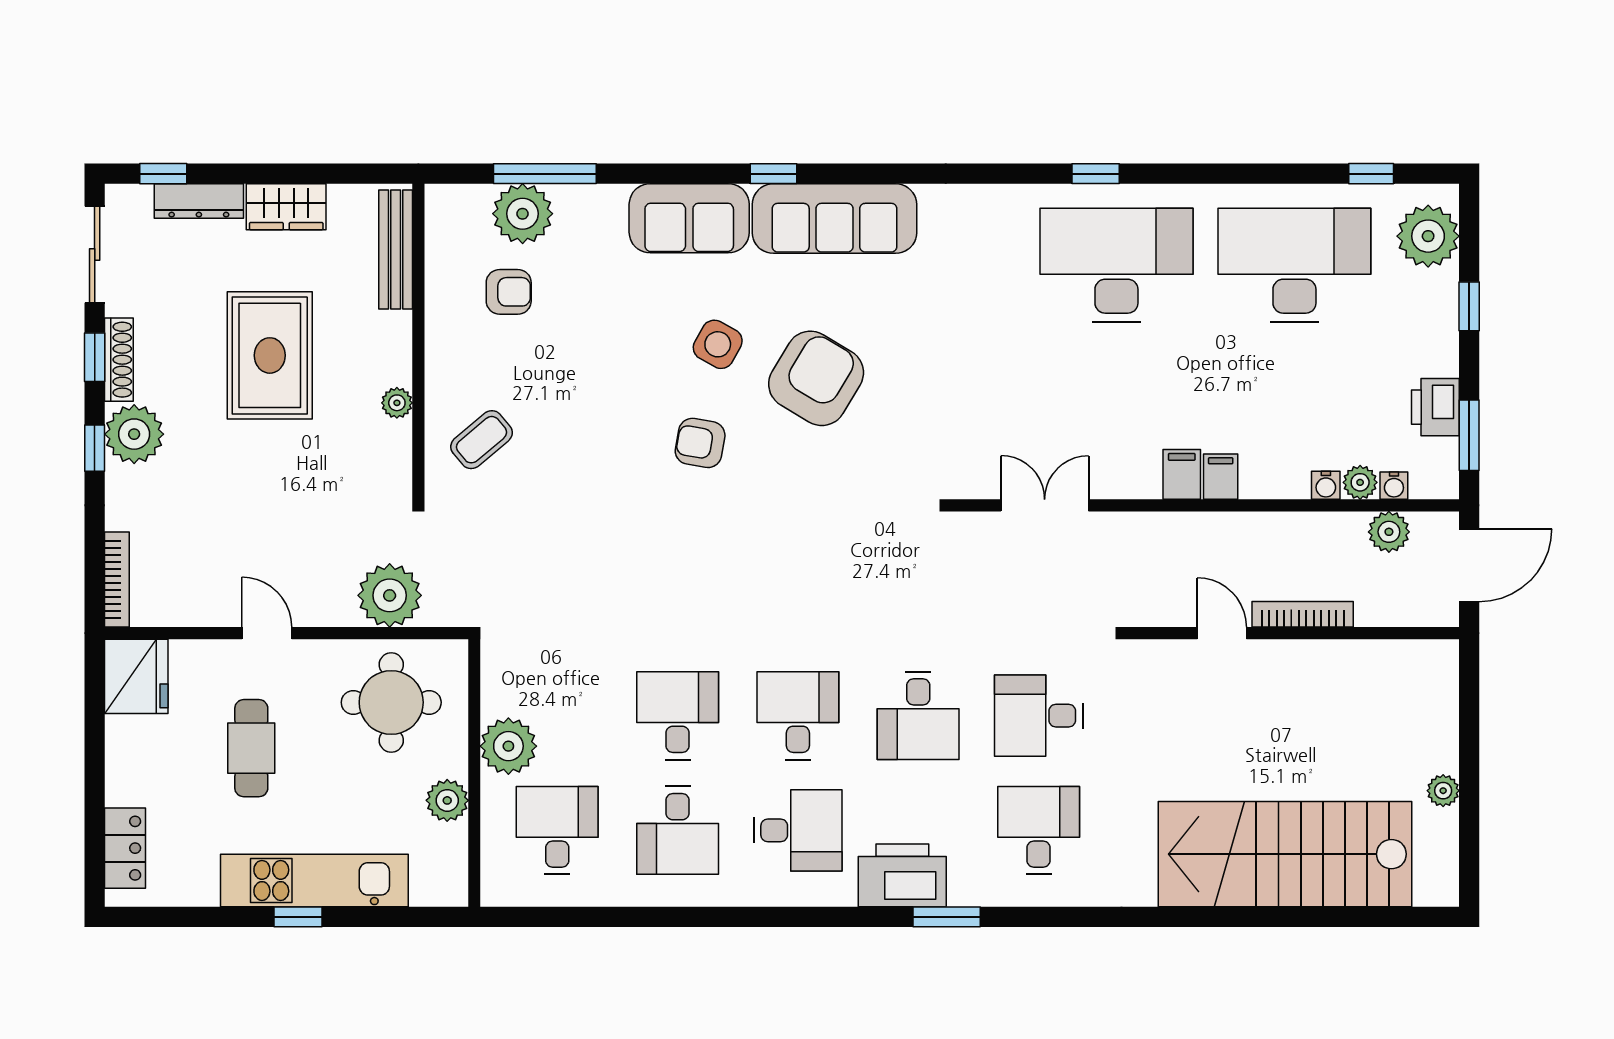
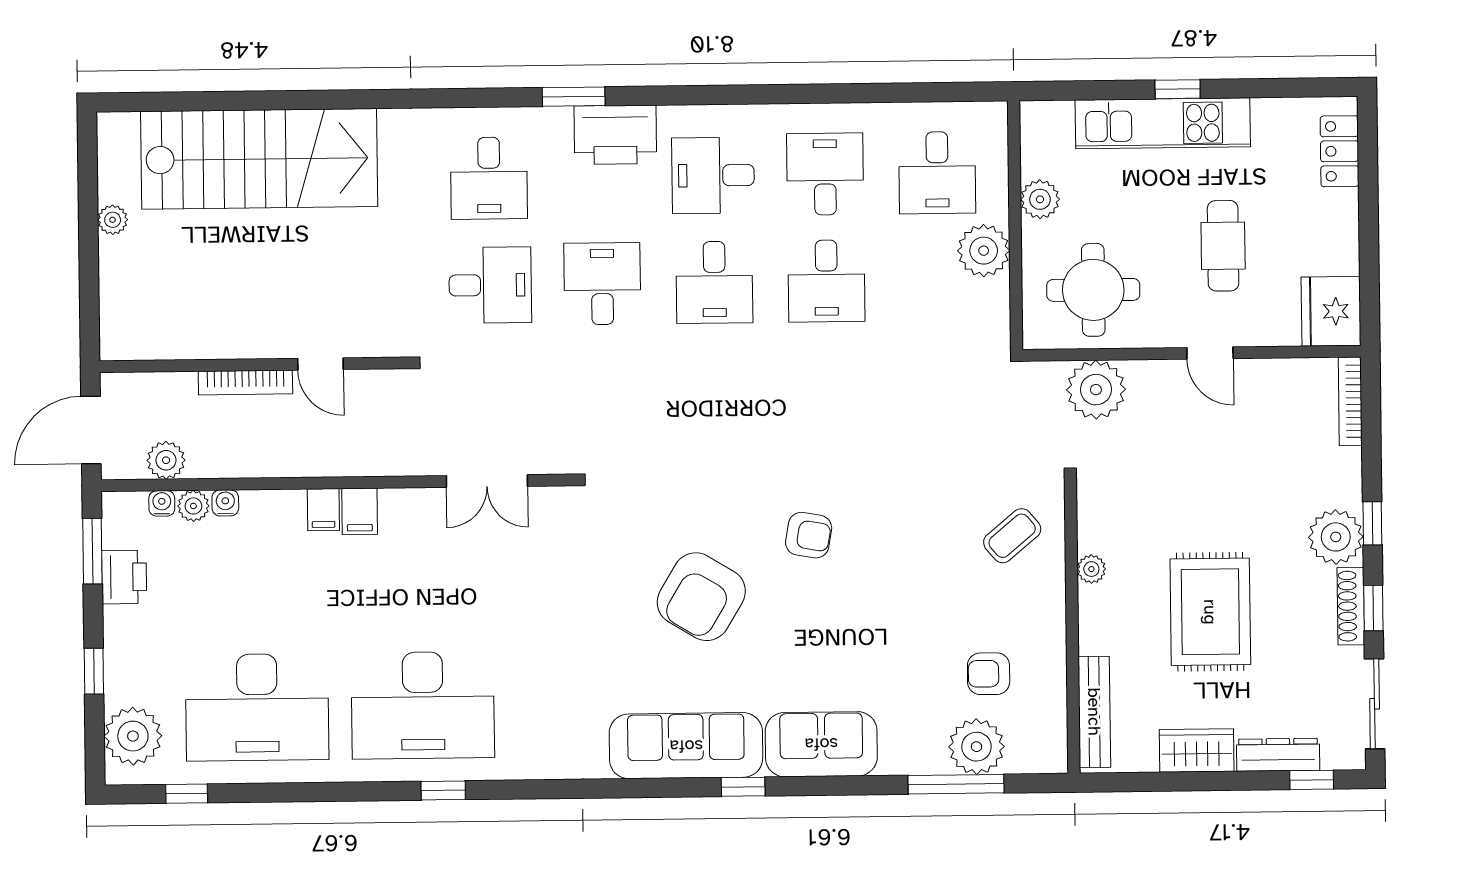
side table: (718, 344) -> (793, 627), removed

